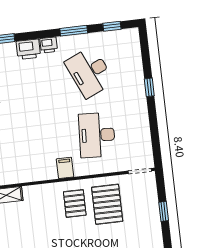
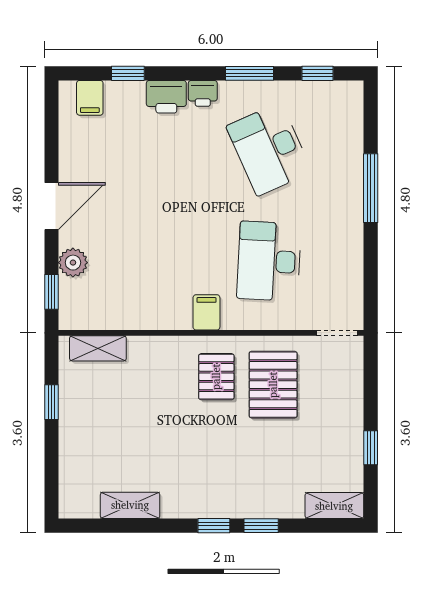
window: (149, 87) -> (371, 188), width x2.17
window: (164, 211) -> (371, 448), moved

